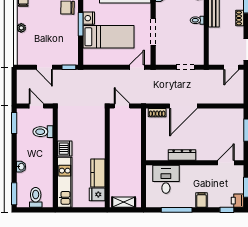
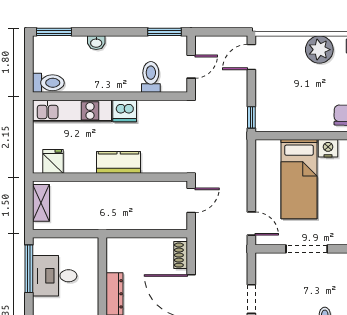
window: (81, 24) -> (319, 136), removed
plant: (21, 28) -> (319, 50), width x1.88, depth x1.88
door: (44, 67) -> (251, 57), moved
kitchen counter: (98, 173) -> (119, 162), moved
desk: (166, 179) -> (55, 276), moved, turned 180
toilet: (36, 197) -> (48, 83), moved
window: (177, 210) -> (29, 269), moved

